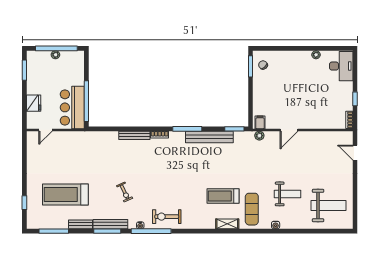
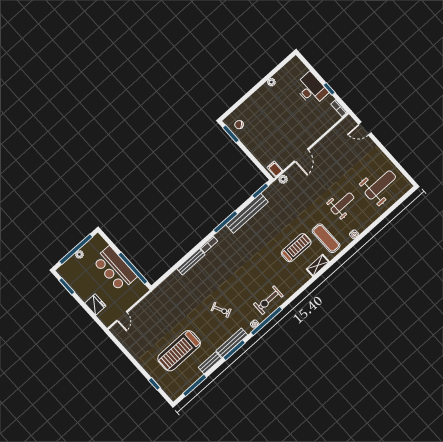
desk: (341, 66) -> (311, 89), moved
bar counter: (72, 107) -> (115, 269), moved
treadmill: (223, 196) -> (296, 248), turned 180

